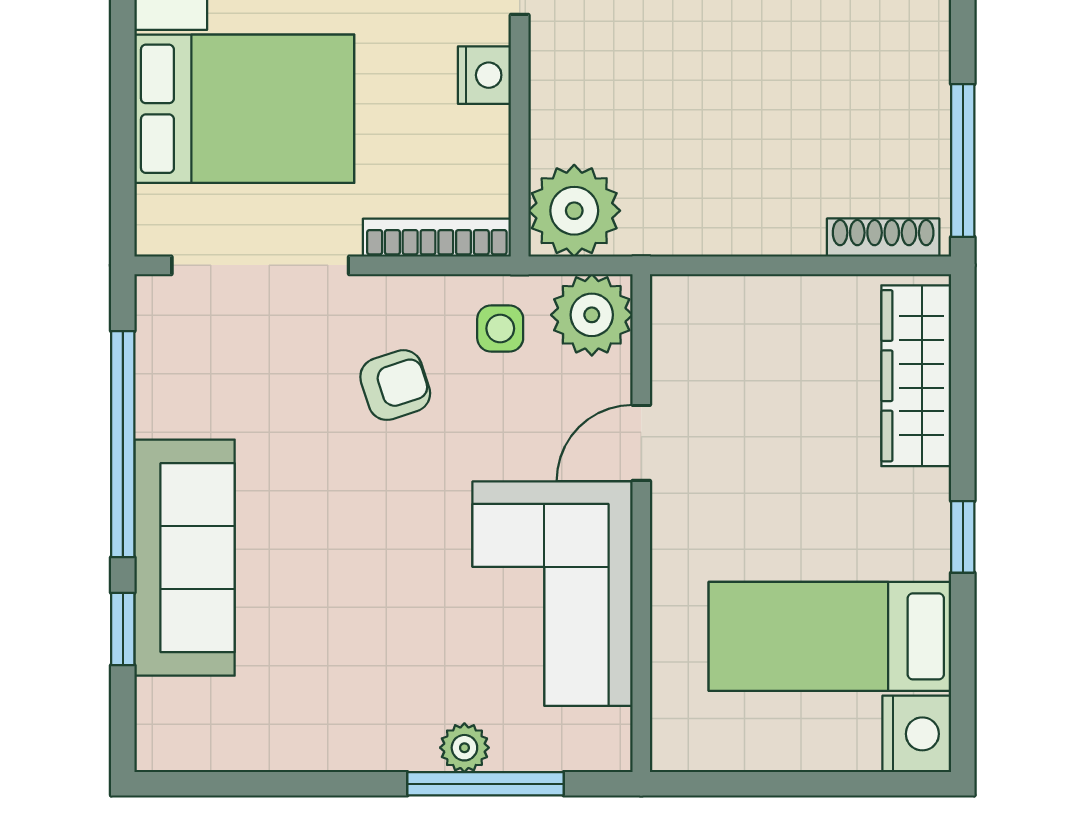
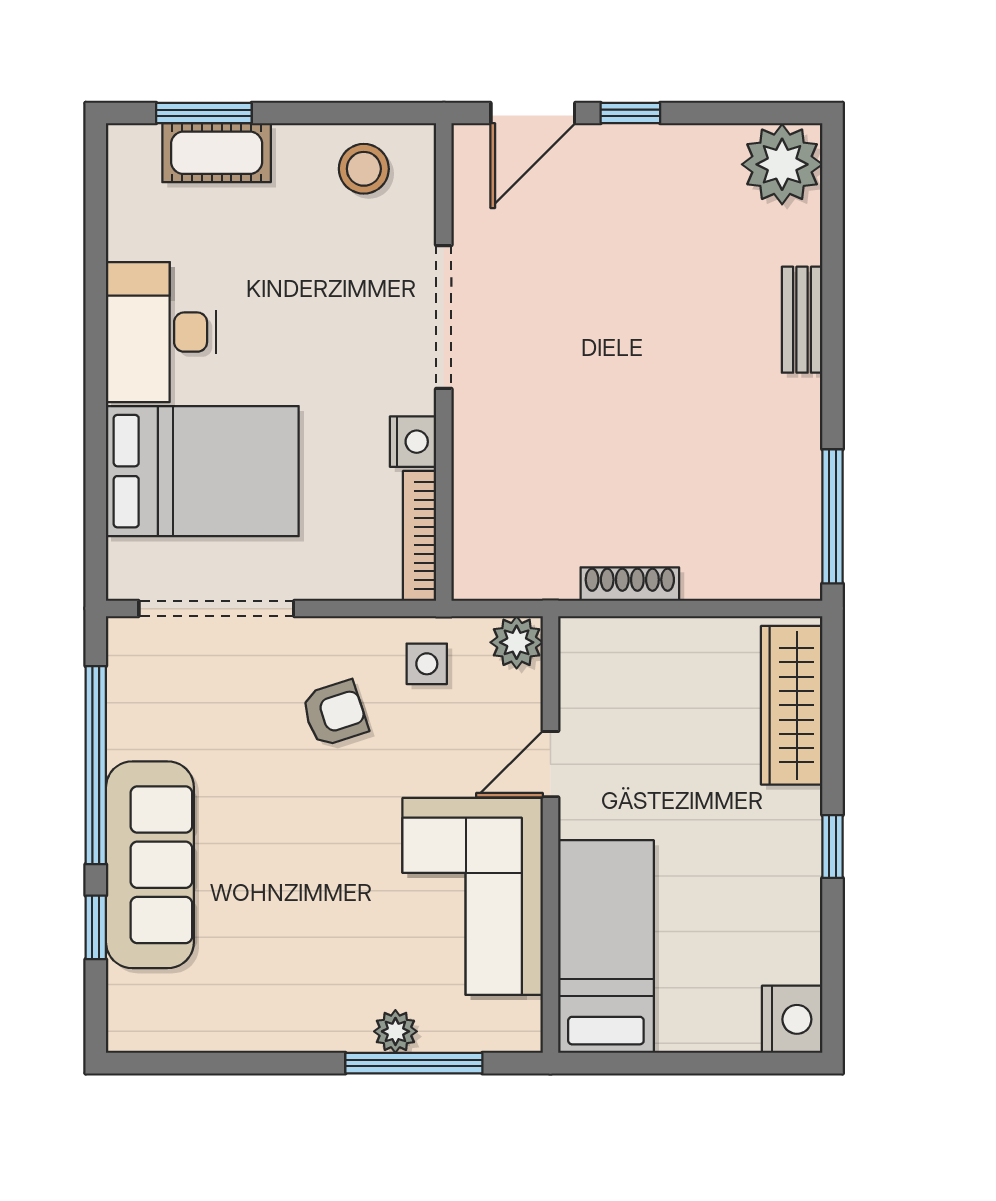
plant: (574, 211) -> (492, 561), removed
bookcase: (437, 238) -> (420, 536), moved, turned -90
shoe rack: (883, 238) -> (630, 584), moved
plant: (592, 315) -> (517, 642), width x0.73, depth x0.73
bed: (830, 636) -> (606, 947), moved, turned 90

